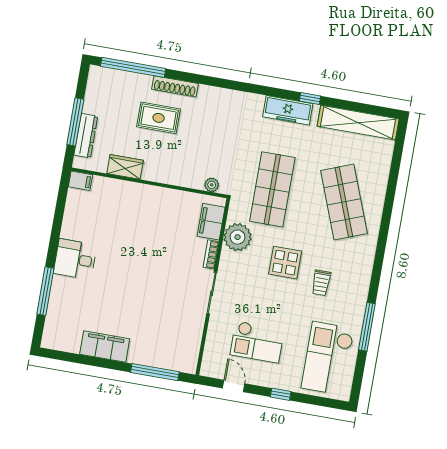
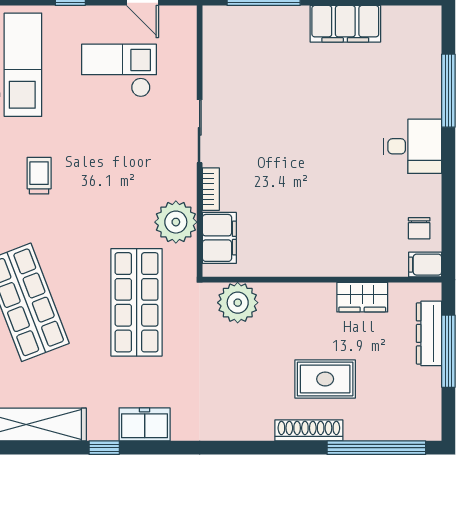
freezer: (288, 110) -> (145, 424), width x0.71
plant: (212, 185) -> (238, 303), width x1.88, depth x1.88
chair: (80, 205) -> (419, 228), added
display table: (285, 263) -> (98, 196), removed

